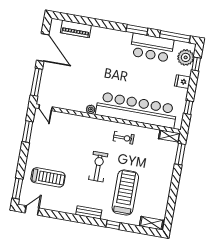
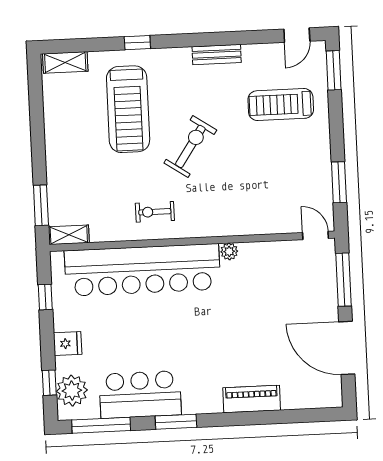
piano: (76, 29) -> (252, 399), moved
exercise bike: (98, 167) -> (190, 146), turned -146
bench: (89, 212) -> (217, 55), moved

